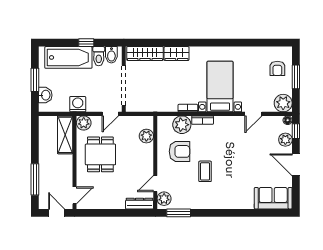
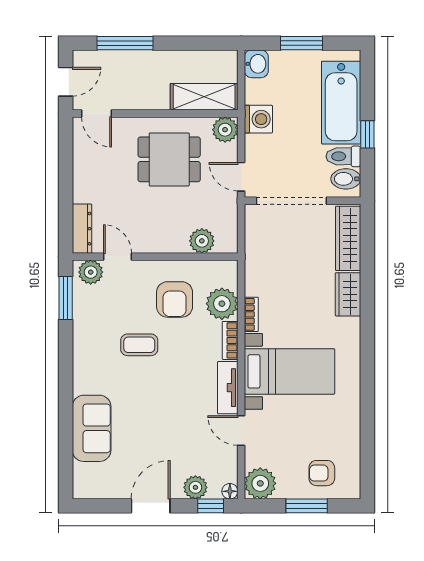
washbasin: (45, 95) -> (256, 64), moved, turned -90
tv unit: (229, 121) -> (228, 388), added
sofa: (273, 198) -> (92, 428), moved

